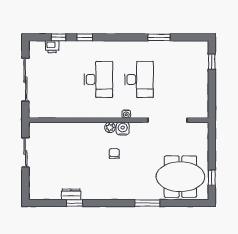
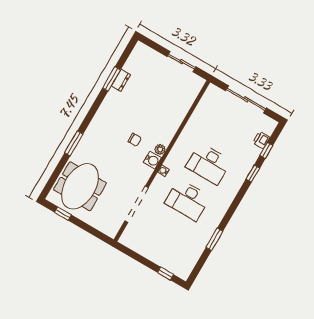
window: (74, 203) -> (111, 79), width x1.50

